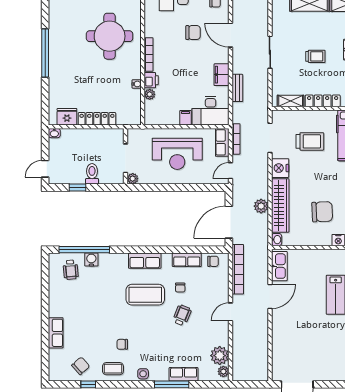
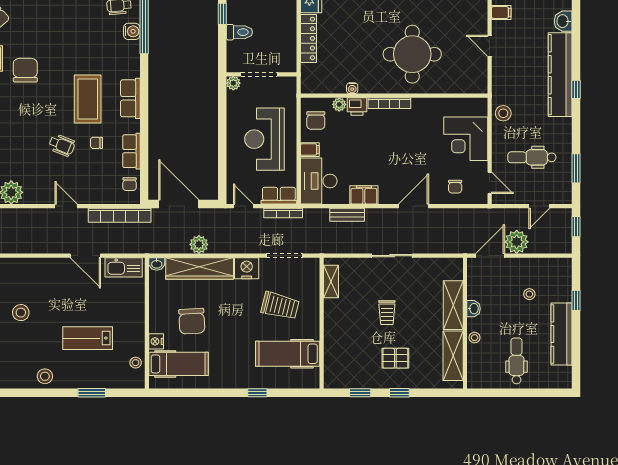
chair: (193, 33) -> (316, 120), moved
locker: (323, 101) -> (331, 322), removed
trolley: (310, 141) -> (280, 306), turned -76
chair: (122, 344) -> (25, 70), width x1.87, depth x1.87
stool: (315, 348) -> (21, 313), added

